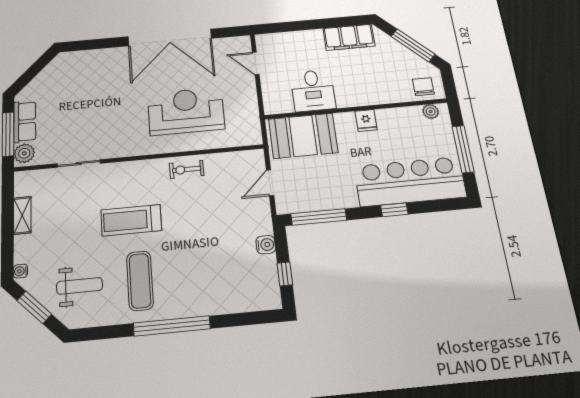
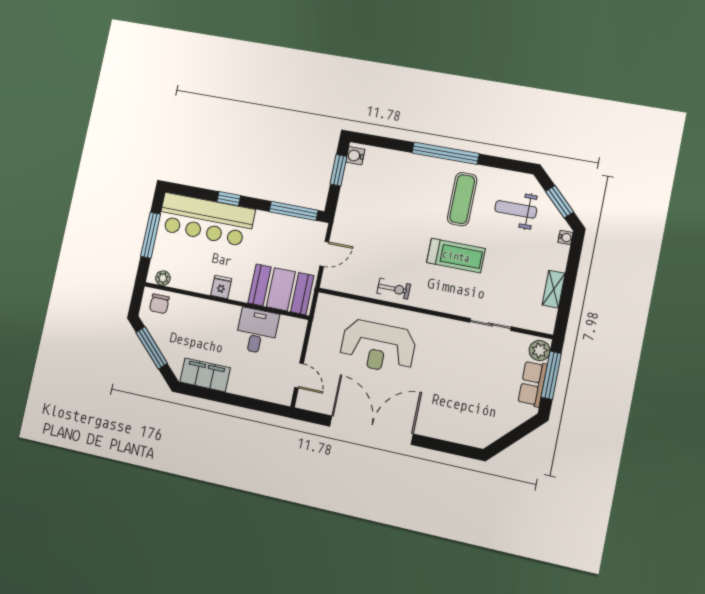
water cooler: (266, 245) -> (355, 156), moved
window: (285, 274) -> (338, 170), width x1.50

